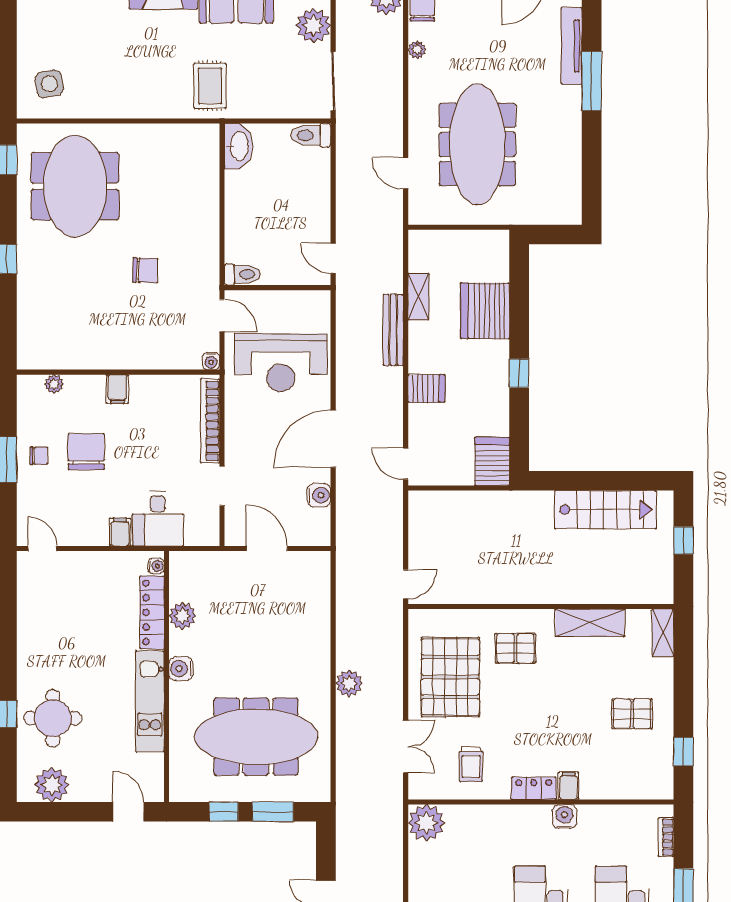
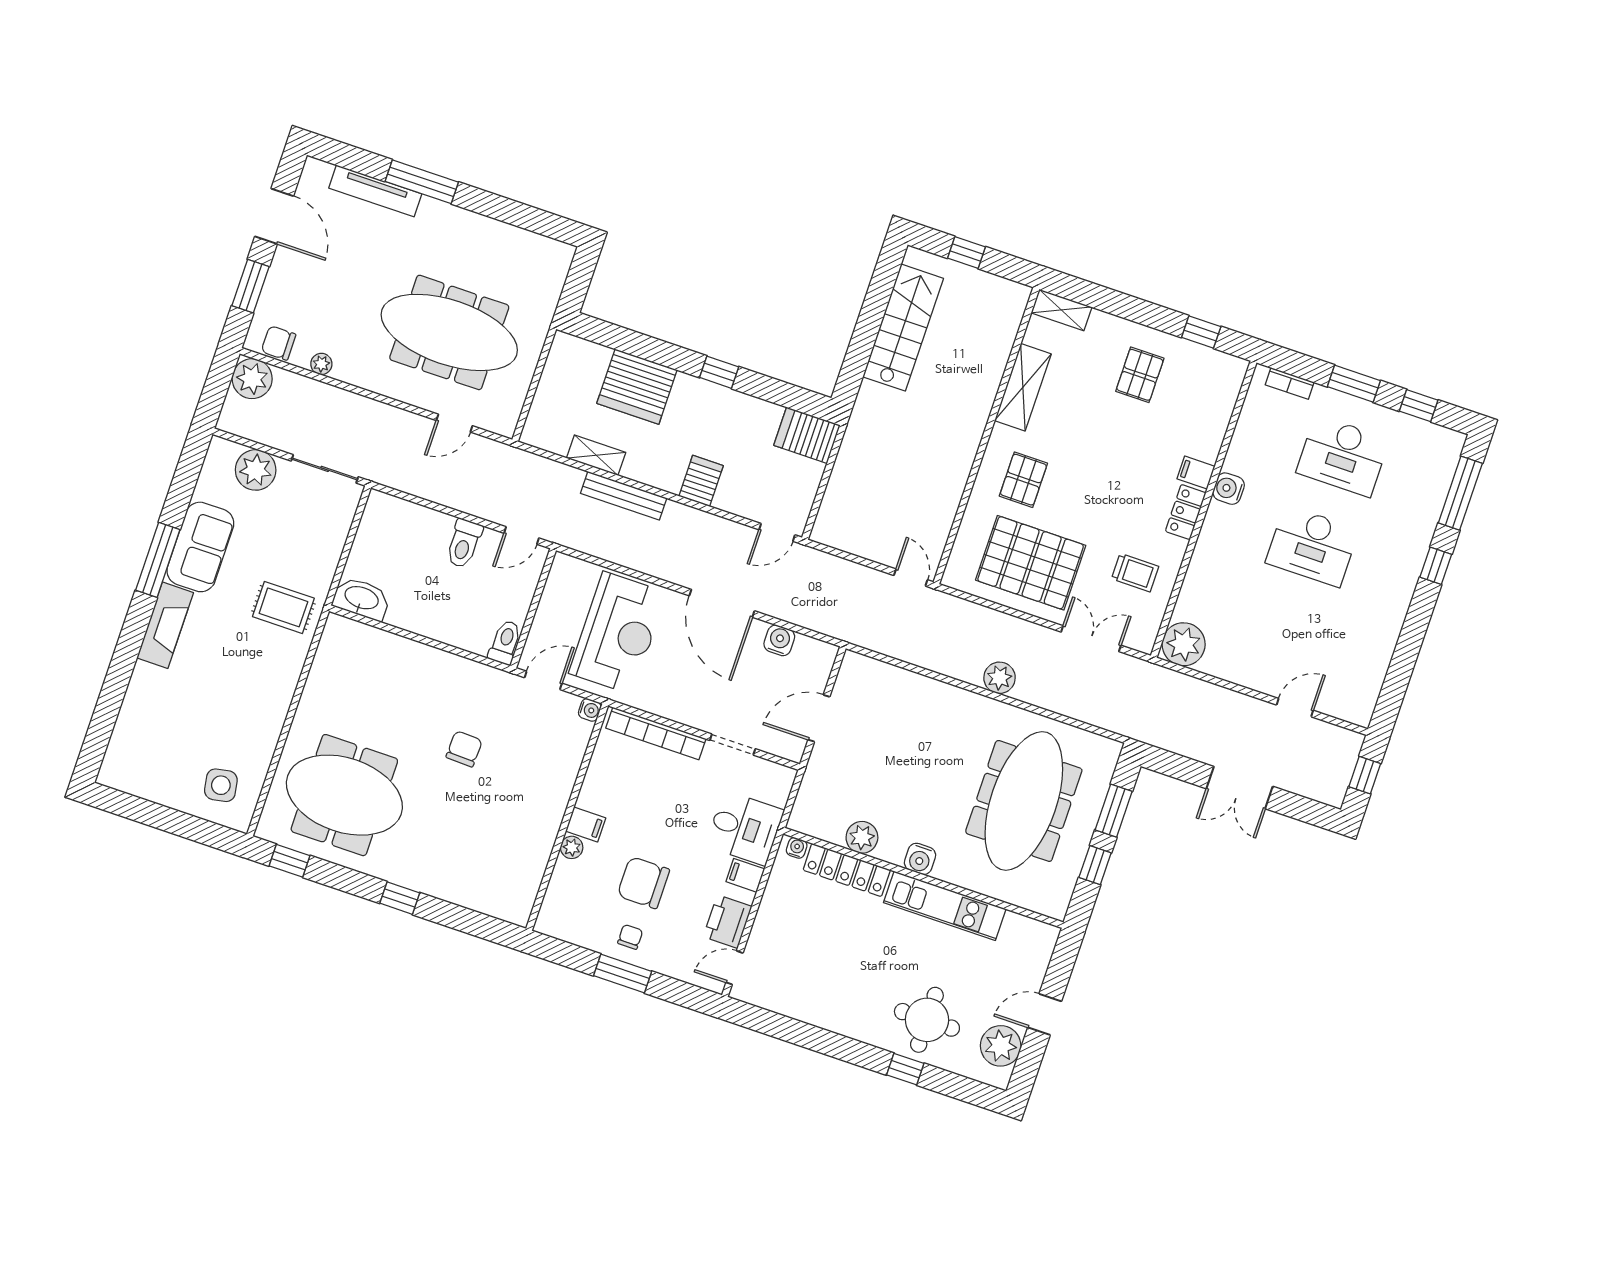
toilet: (311, 135) -> (464, 543), moved
plant: (54, 384) -> (572, 847), moved
printer: (78, 530) -> (728, 922), added
door: (128, 812) -> (1045, 1014), moved

